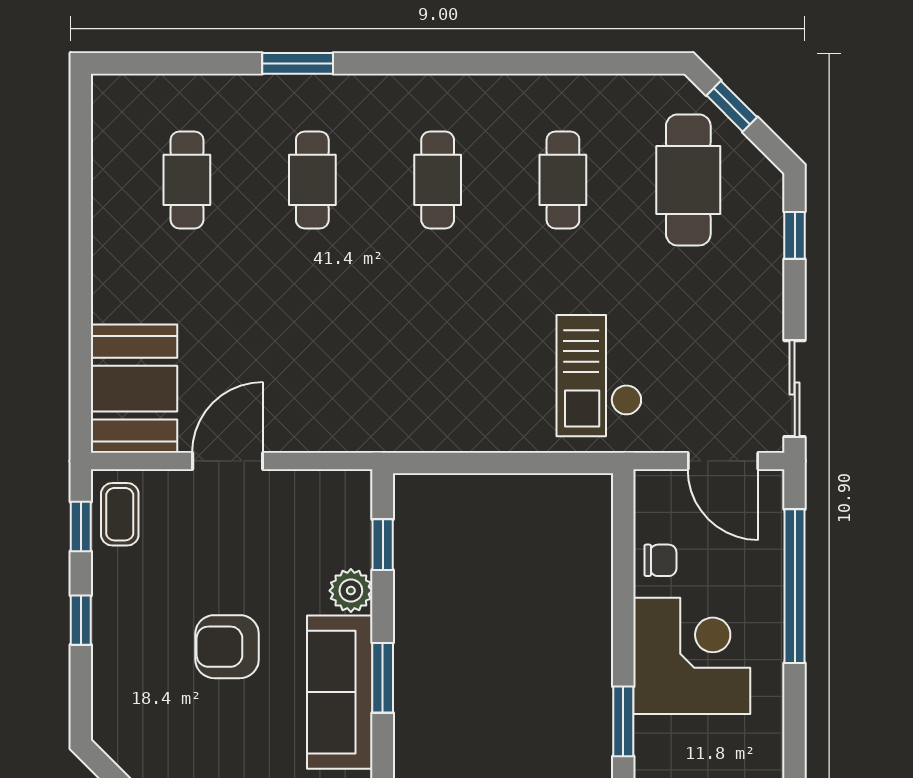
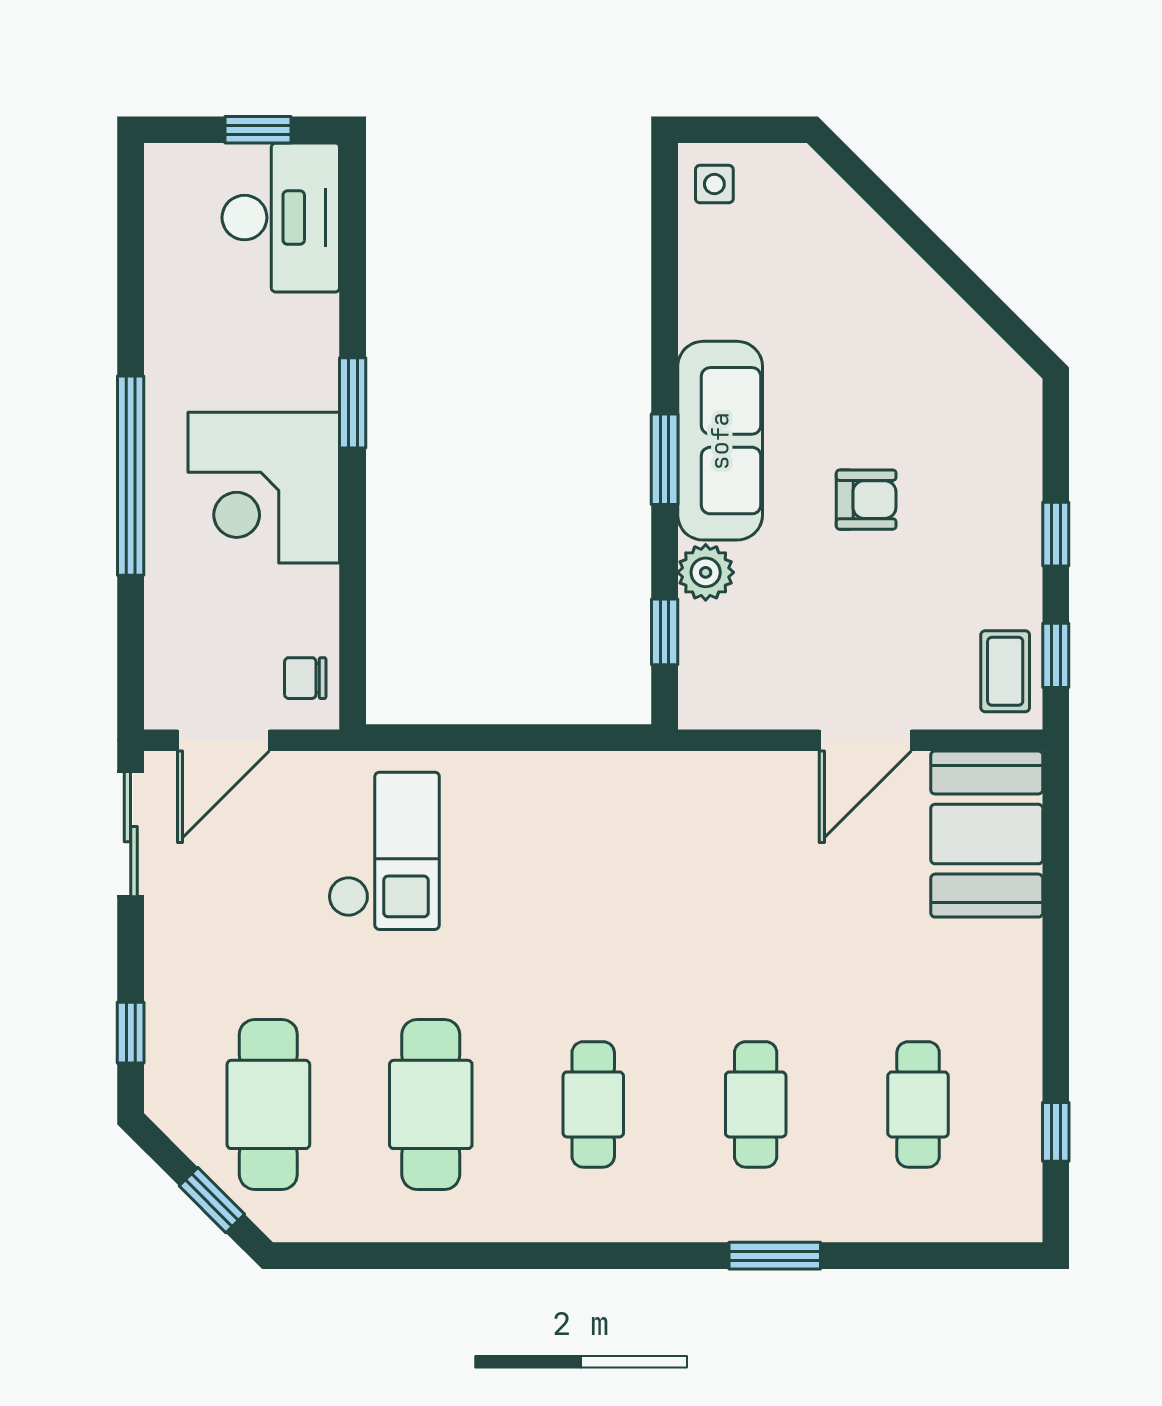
window: (81, 159) -> (1056, 1132), added
cafe table: (563, 180) -> (431, 1104), width x1.37, depth x1.35
door: (723, 461) -> (223, 740), swing flipped
chair: (660, 560) -> (305, 678), moved
window: (795, 586) -> (131, 476), moved
armchair: (227, 647) -> (866, 500), width x0.72, depth x0.72

